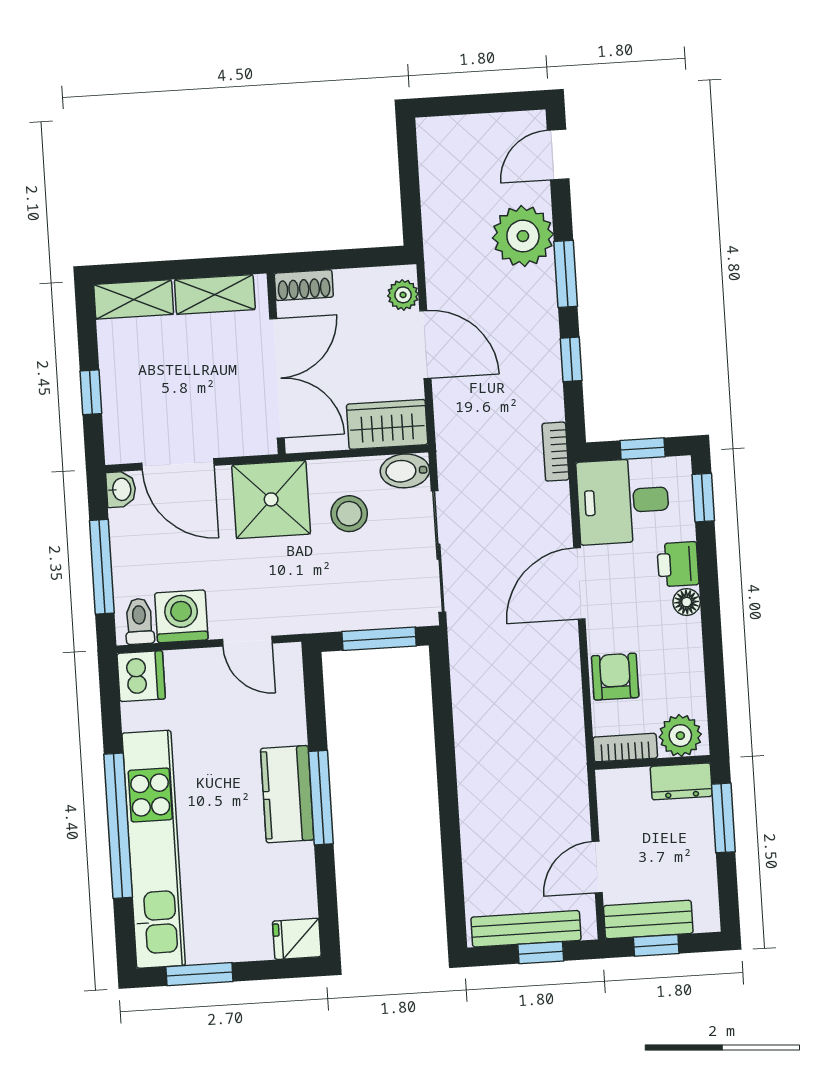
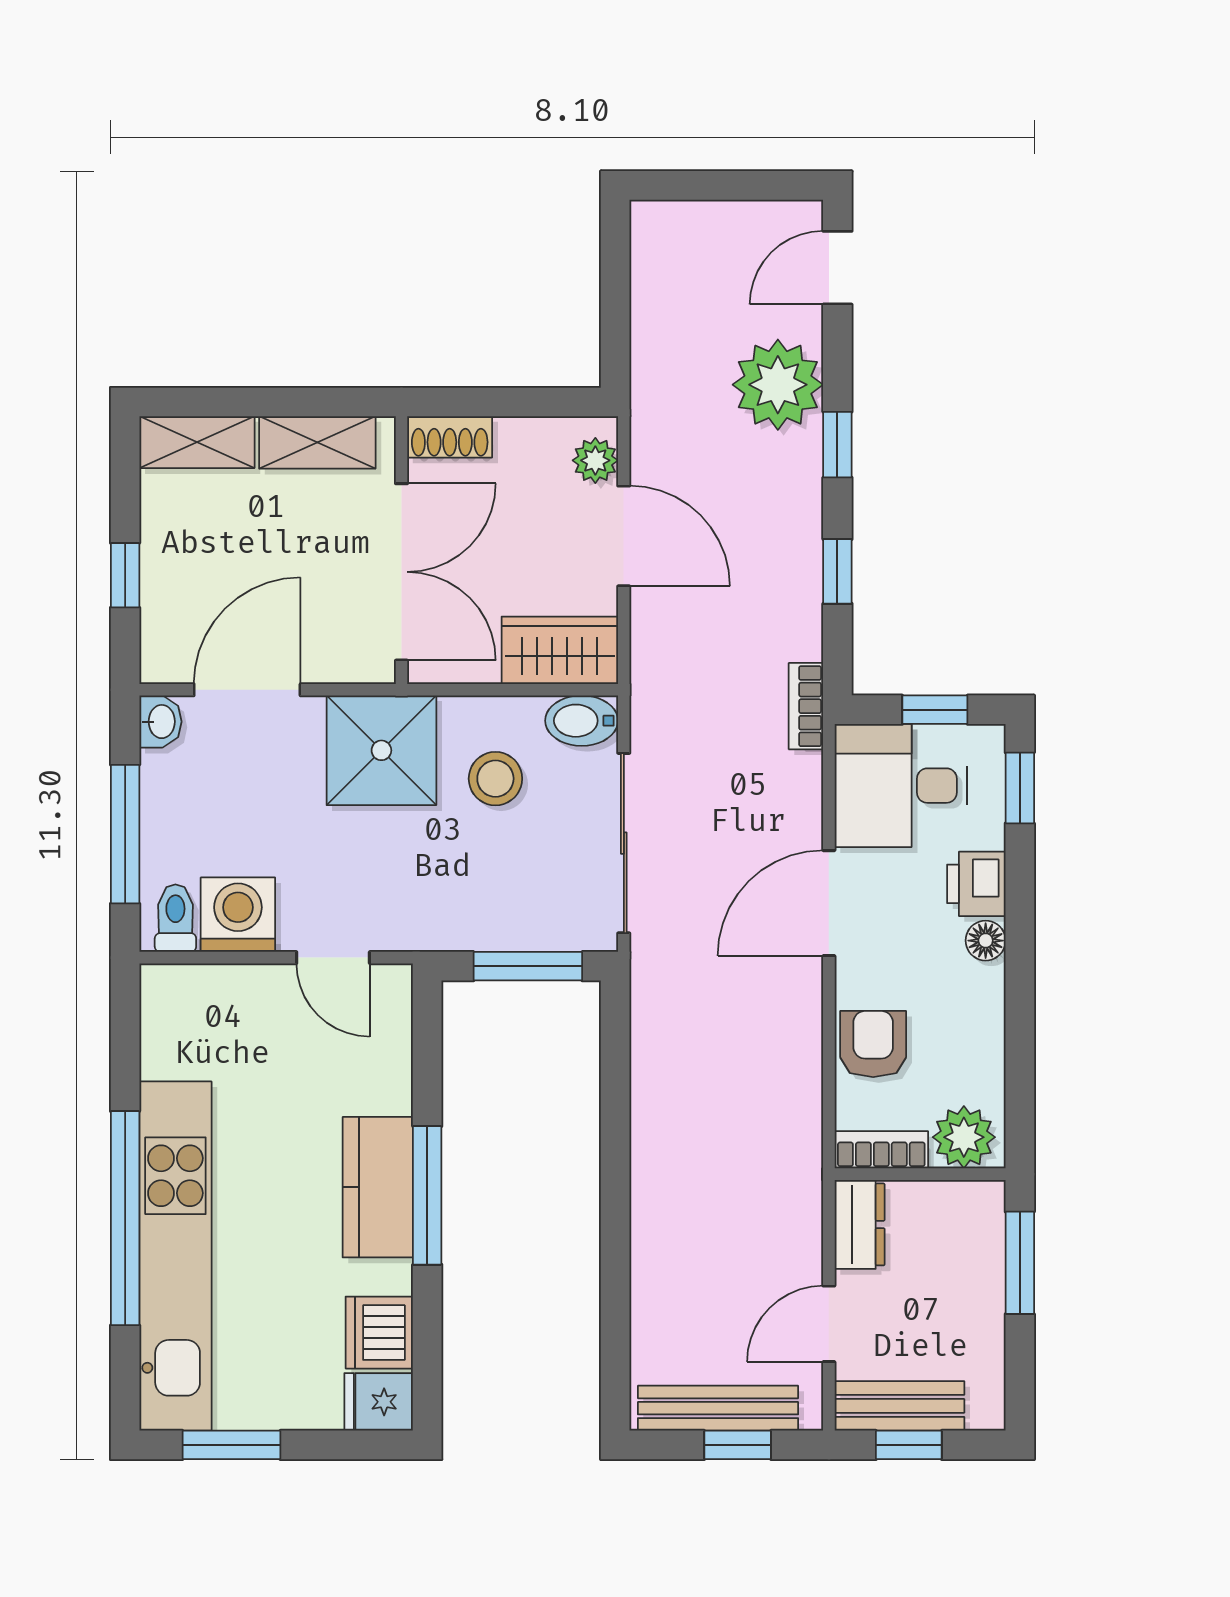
window: (566, 274) -> (837, 445), width x0.67
door: (178, 464) -> (247, 690), swing flipped
dishwasher: (141, 676) -> (379, 1333), moved, turned 180
dresser: (681, 781) -> (860, 1224), moved, turned -90

